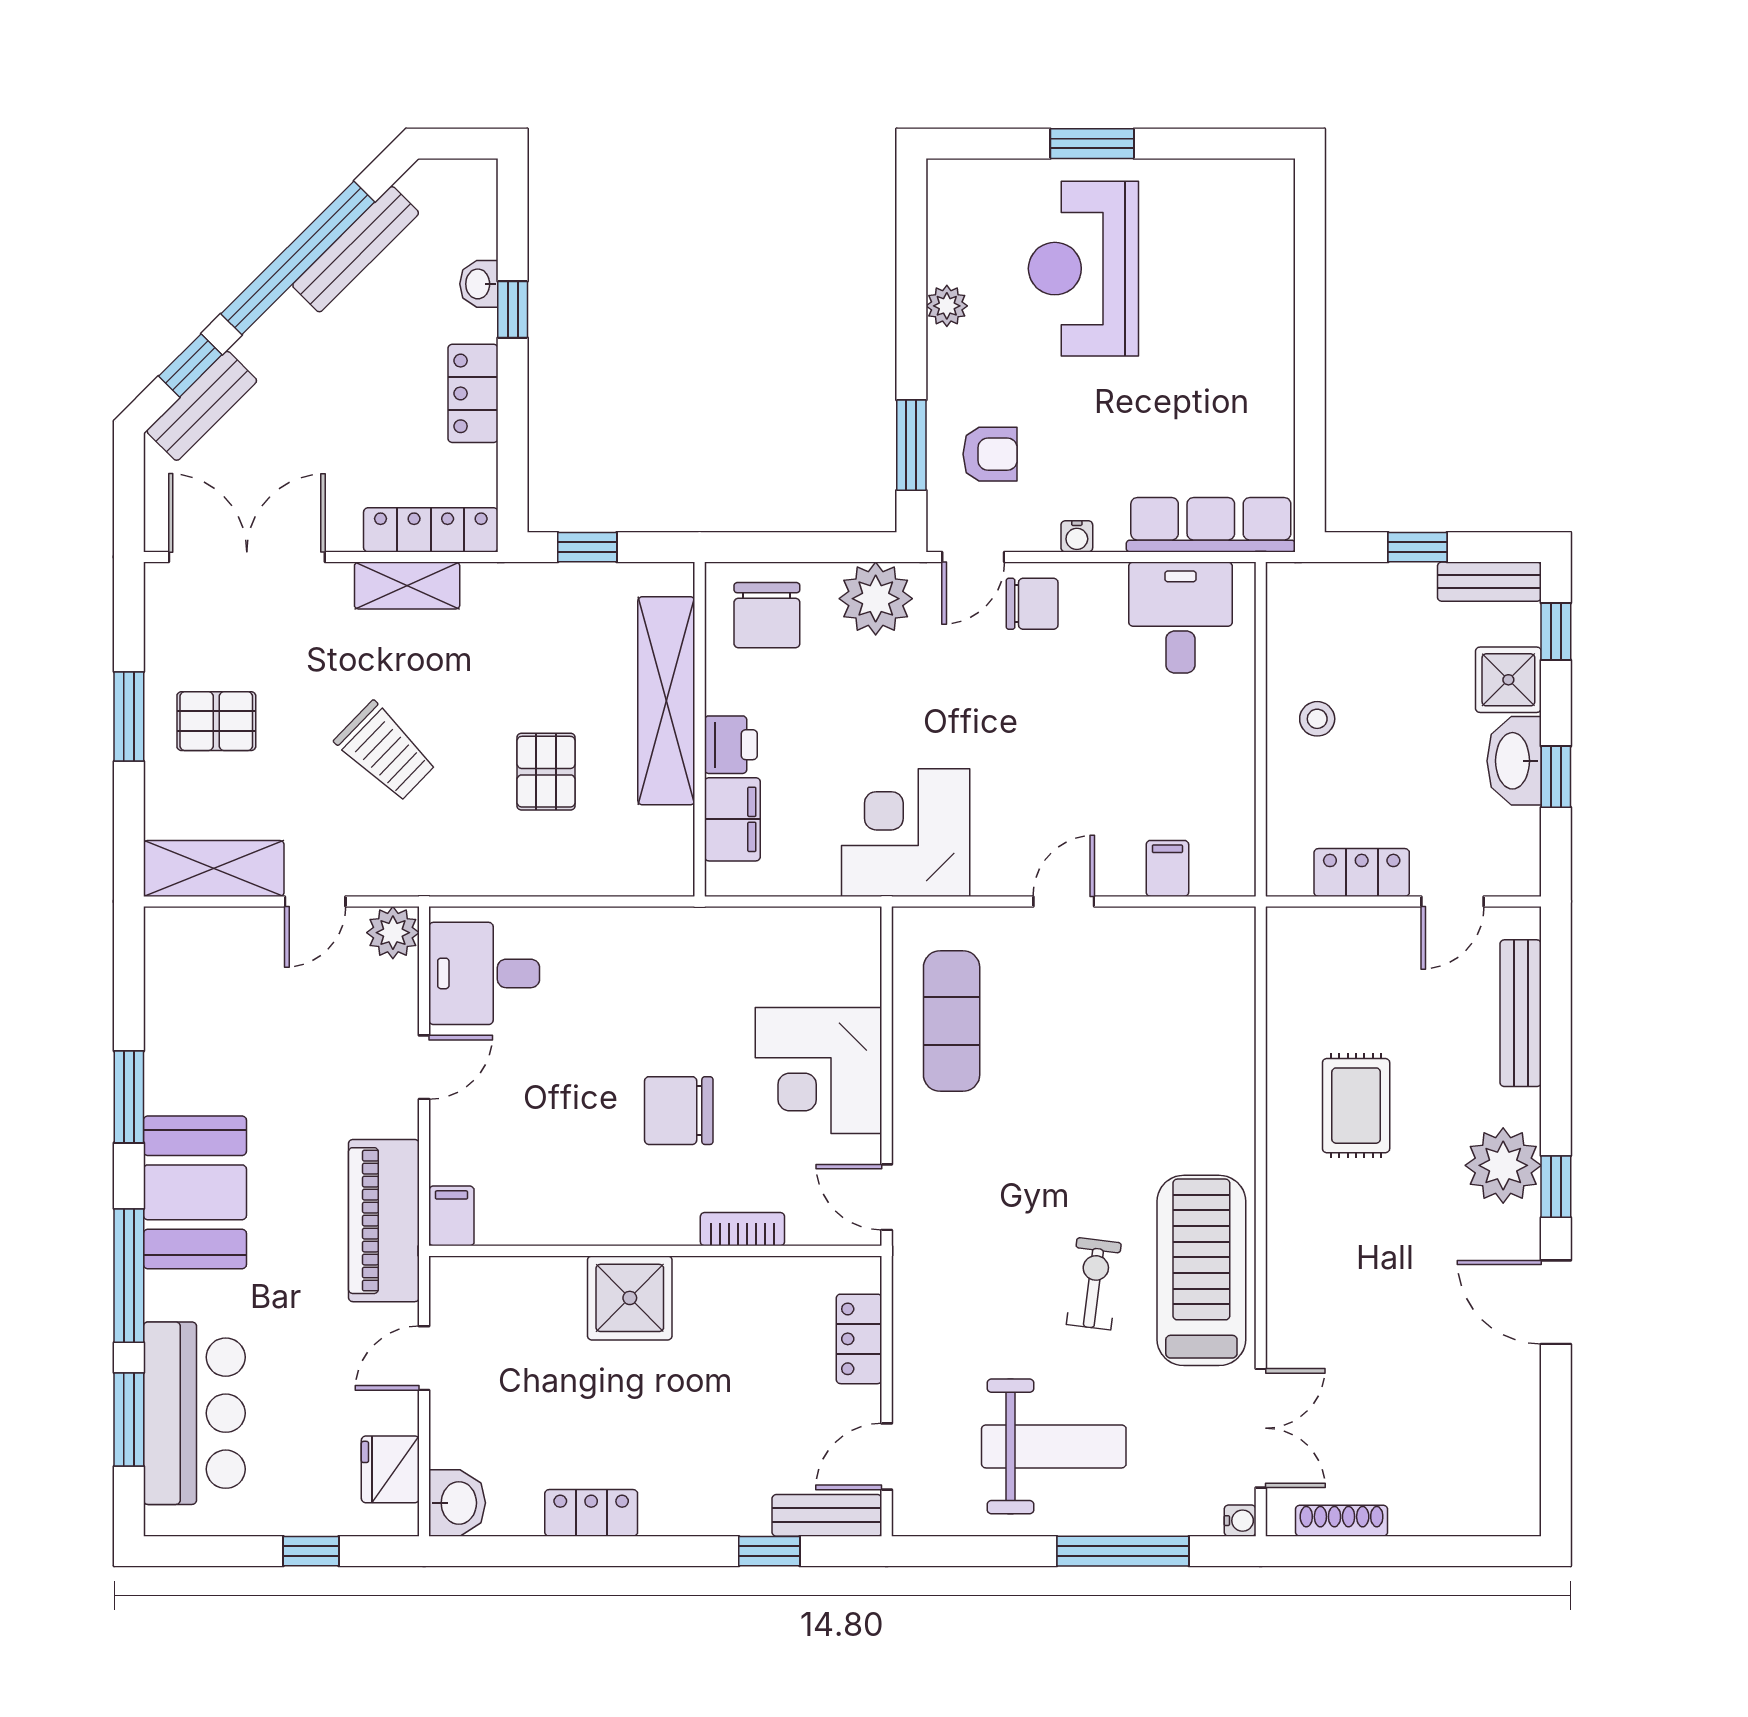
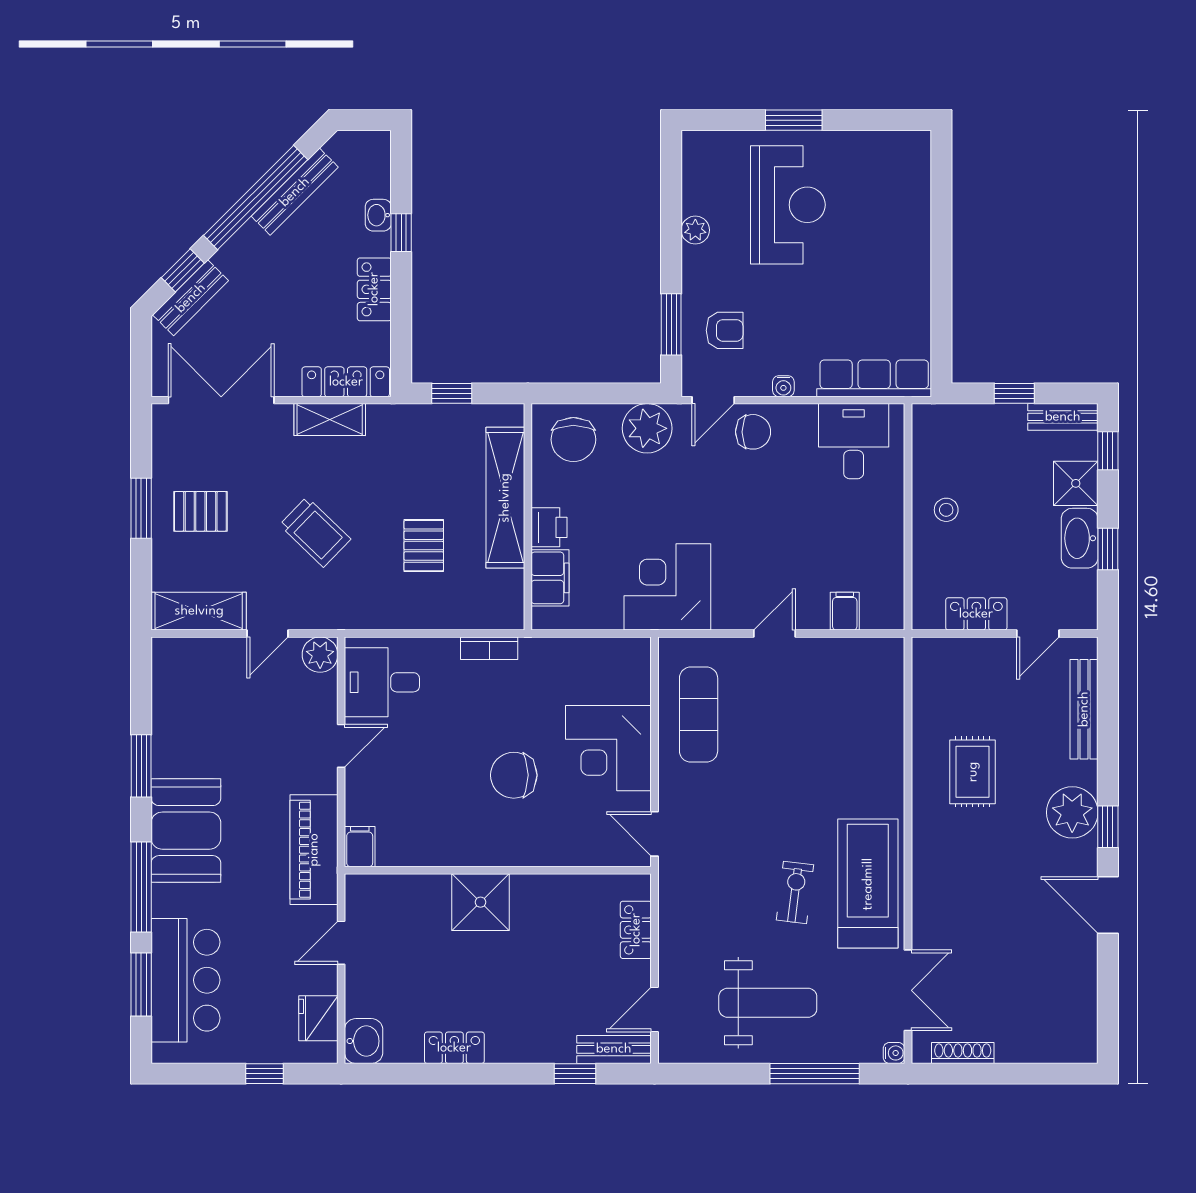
reception desk: (1083, 269) -> (788, 205), turned 180
bookcase: (742, 1229) -> (489, 648), moved, turned 180

